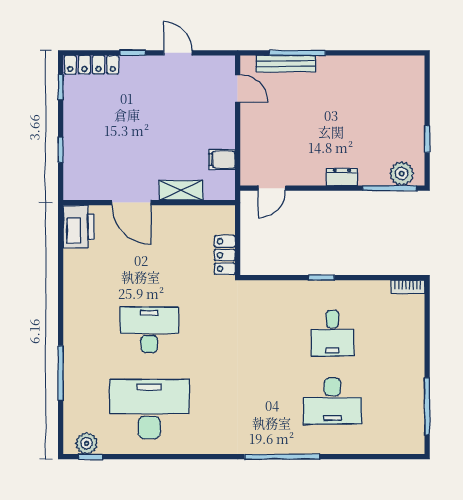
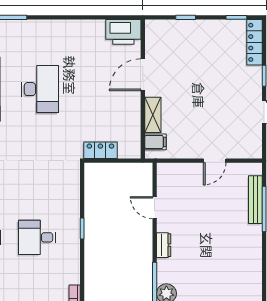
door: (238, 88) -> (215, 161), moved
filing cabinet: (222, 160) -> (155, 142), moved, turned 90
door: (272, 188) -> (155, 208), moved

